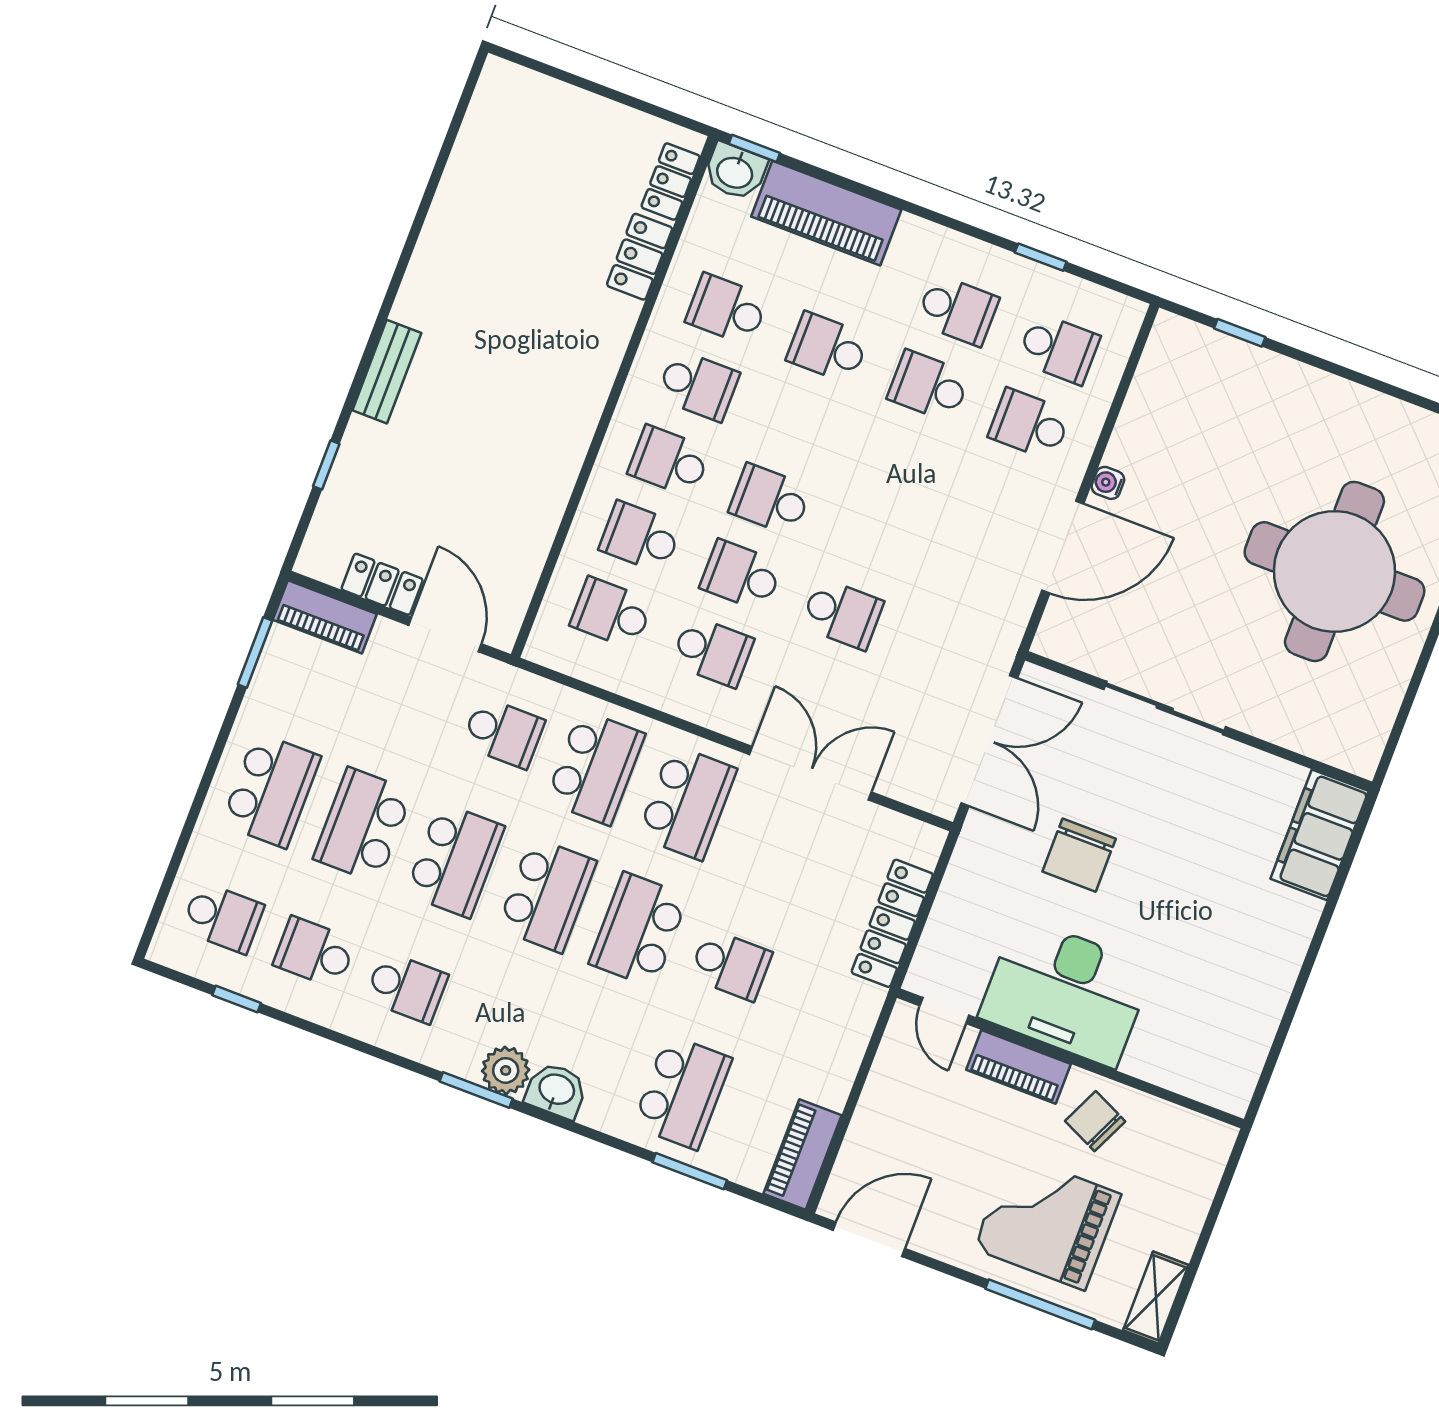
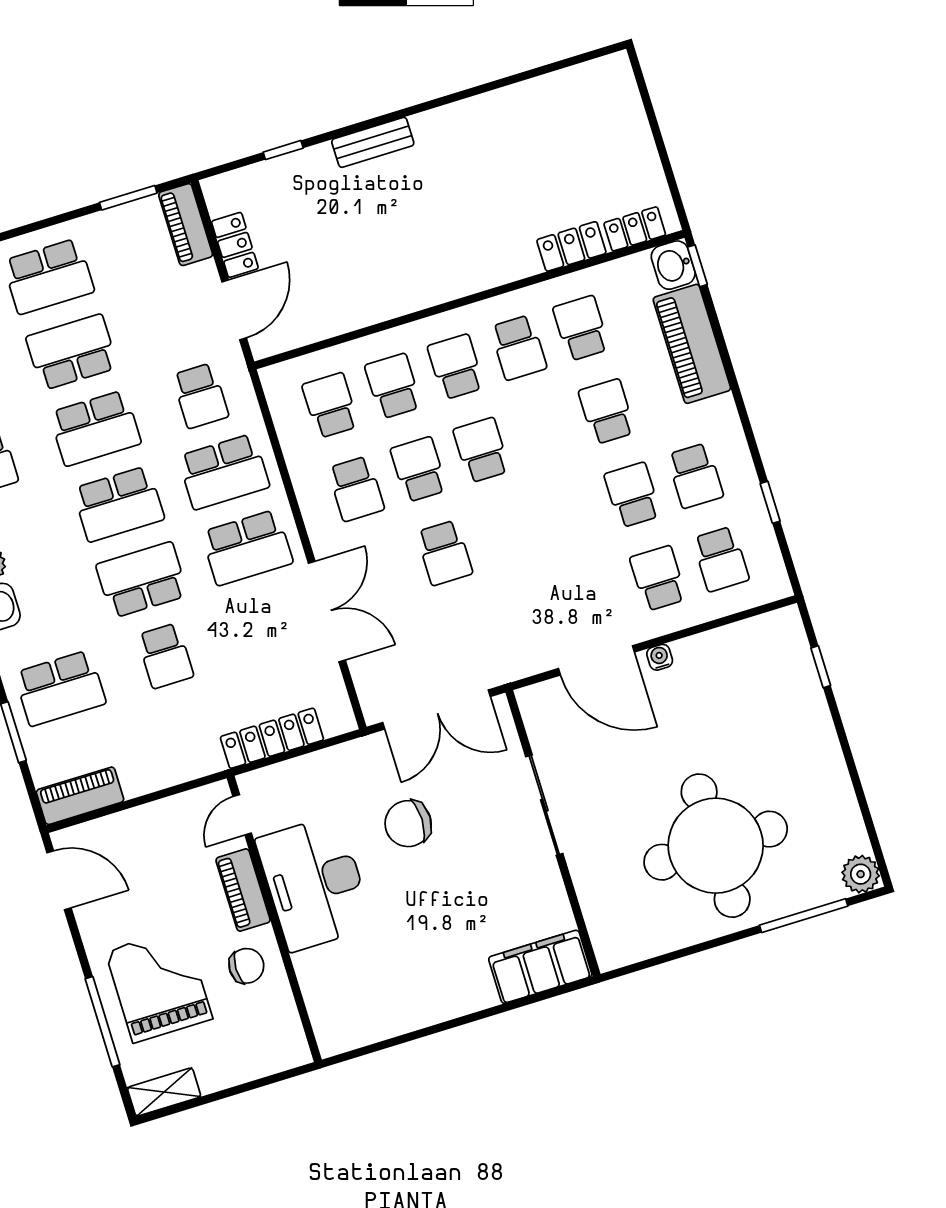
chair: (1095, 1121) -> (246, 966), turned 65

